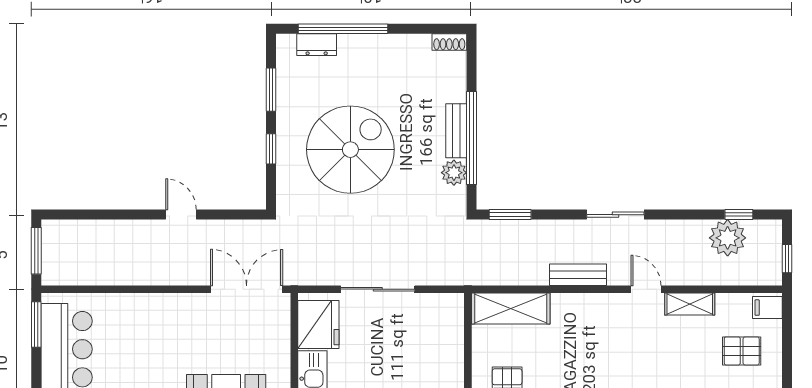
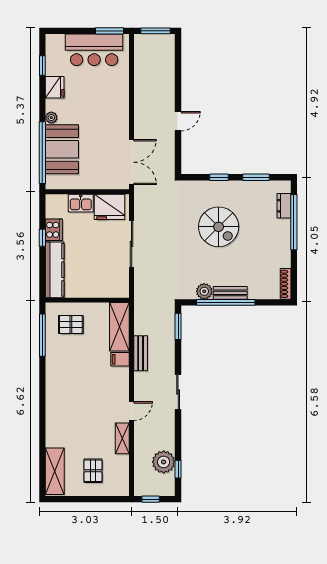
shoe rack: (449, 42) -> (286, 284), width x1.43
spiral stairs: (350, 150) -> (219, 227), width x0.73, depth x0.73
bench: (578, 275) -> (141, 353), moved
filing cabinet: (767, 308) -> (120, 359), moved, turned -90

